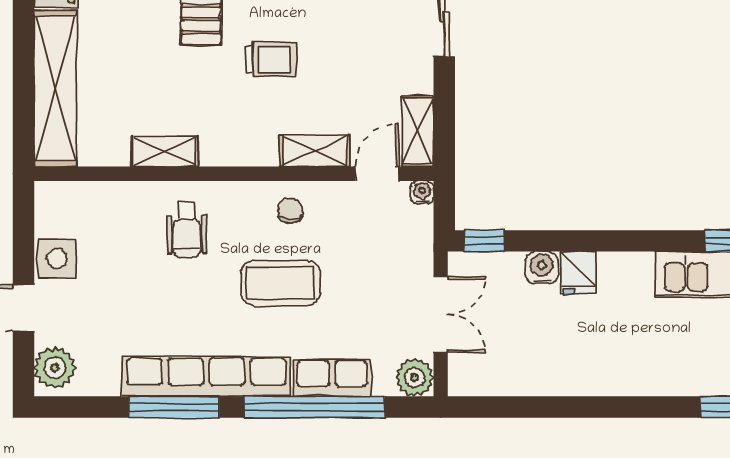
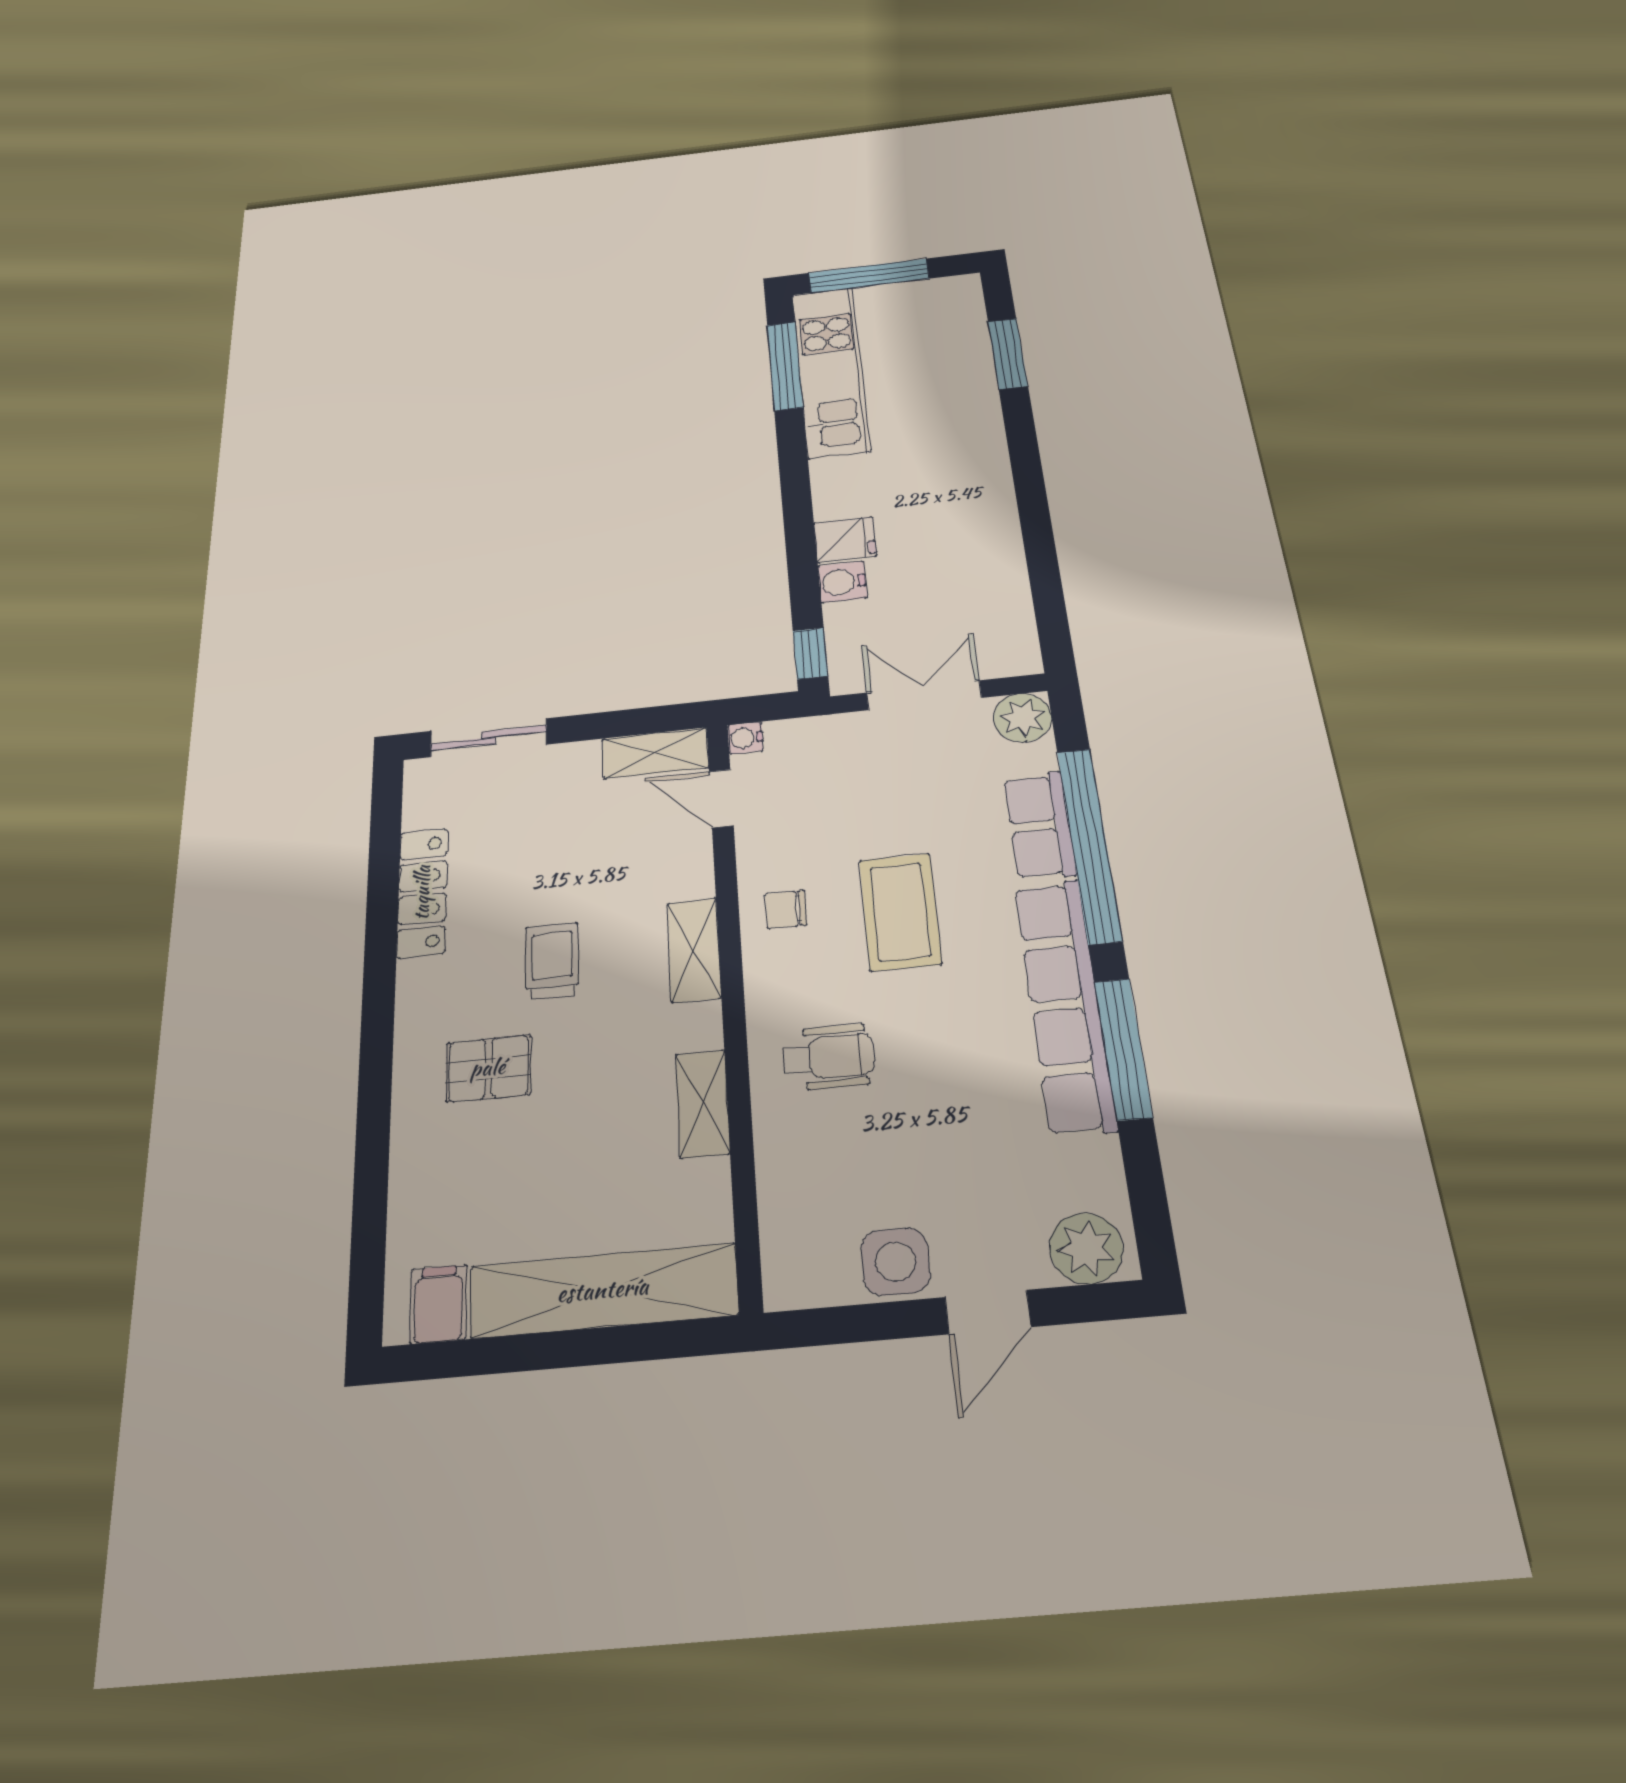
shelving: (315, 151) -> (694, 950), moved

